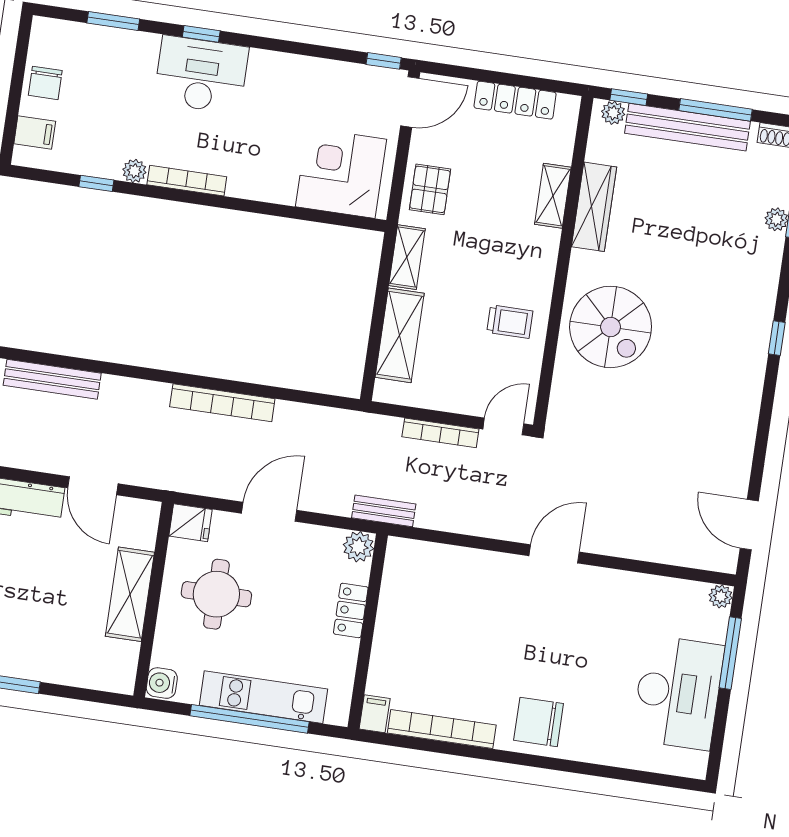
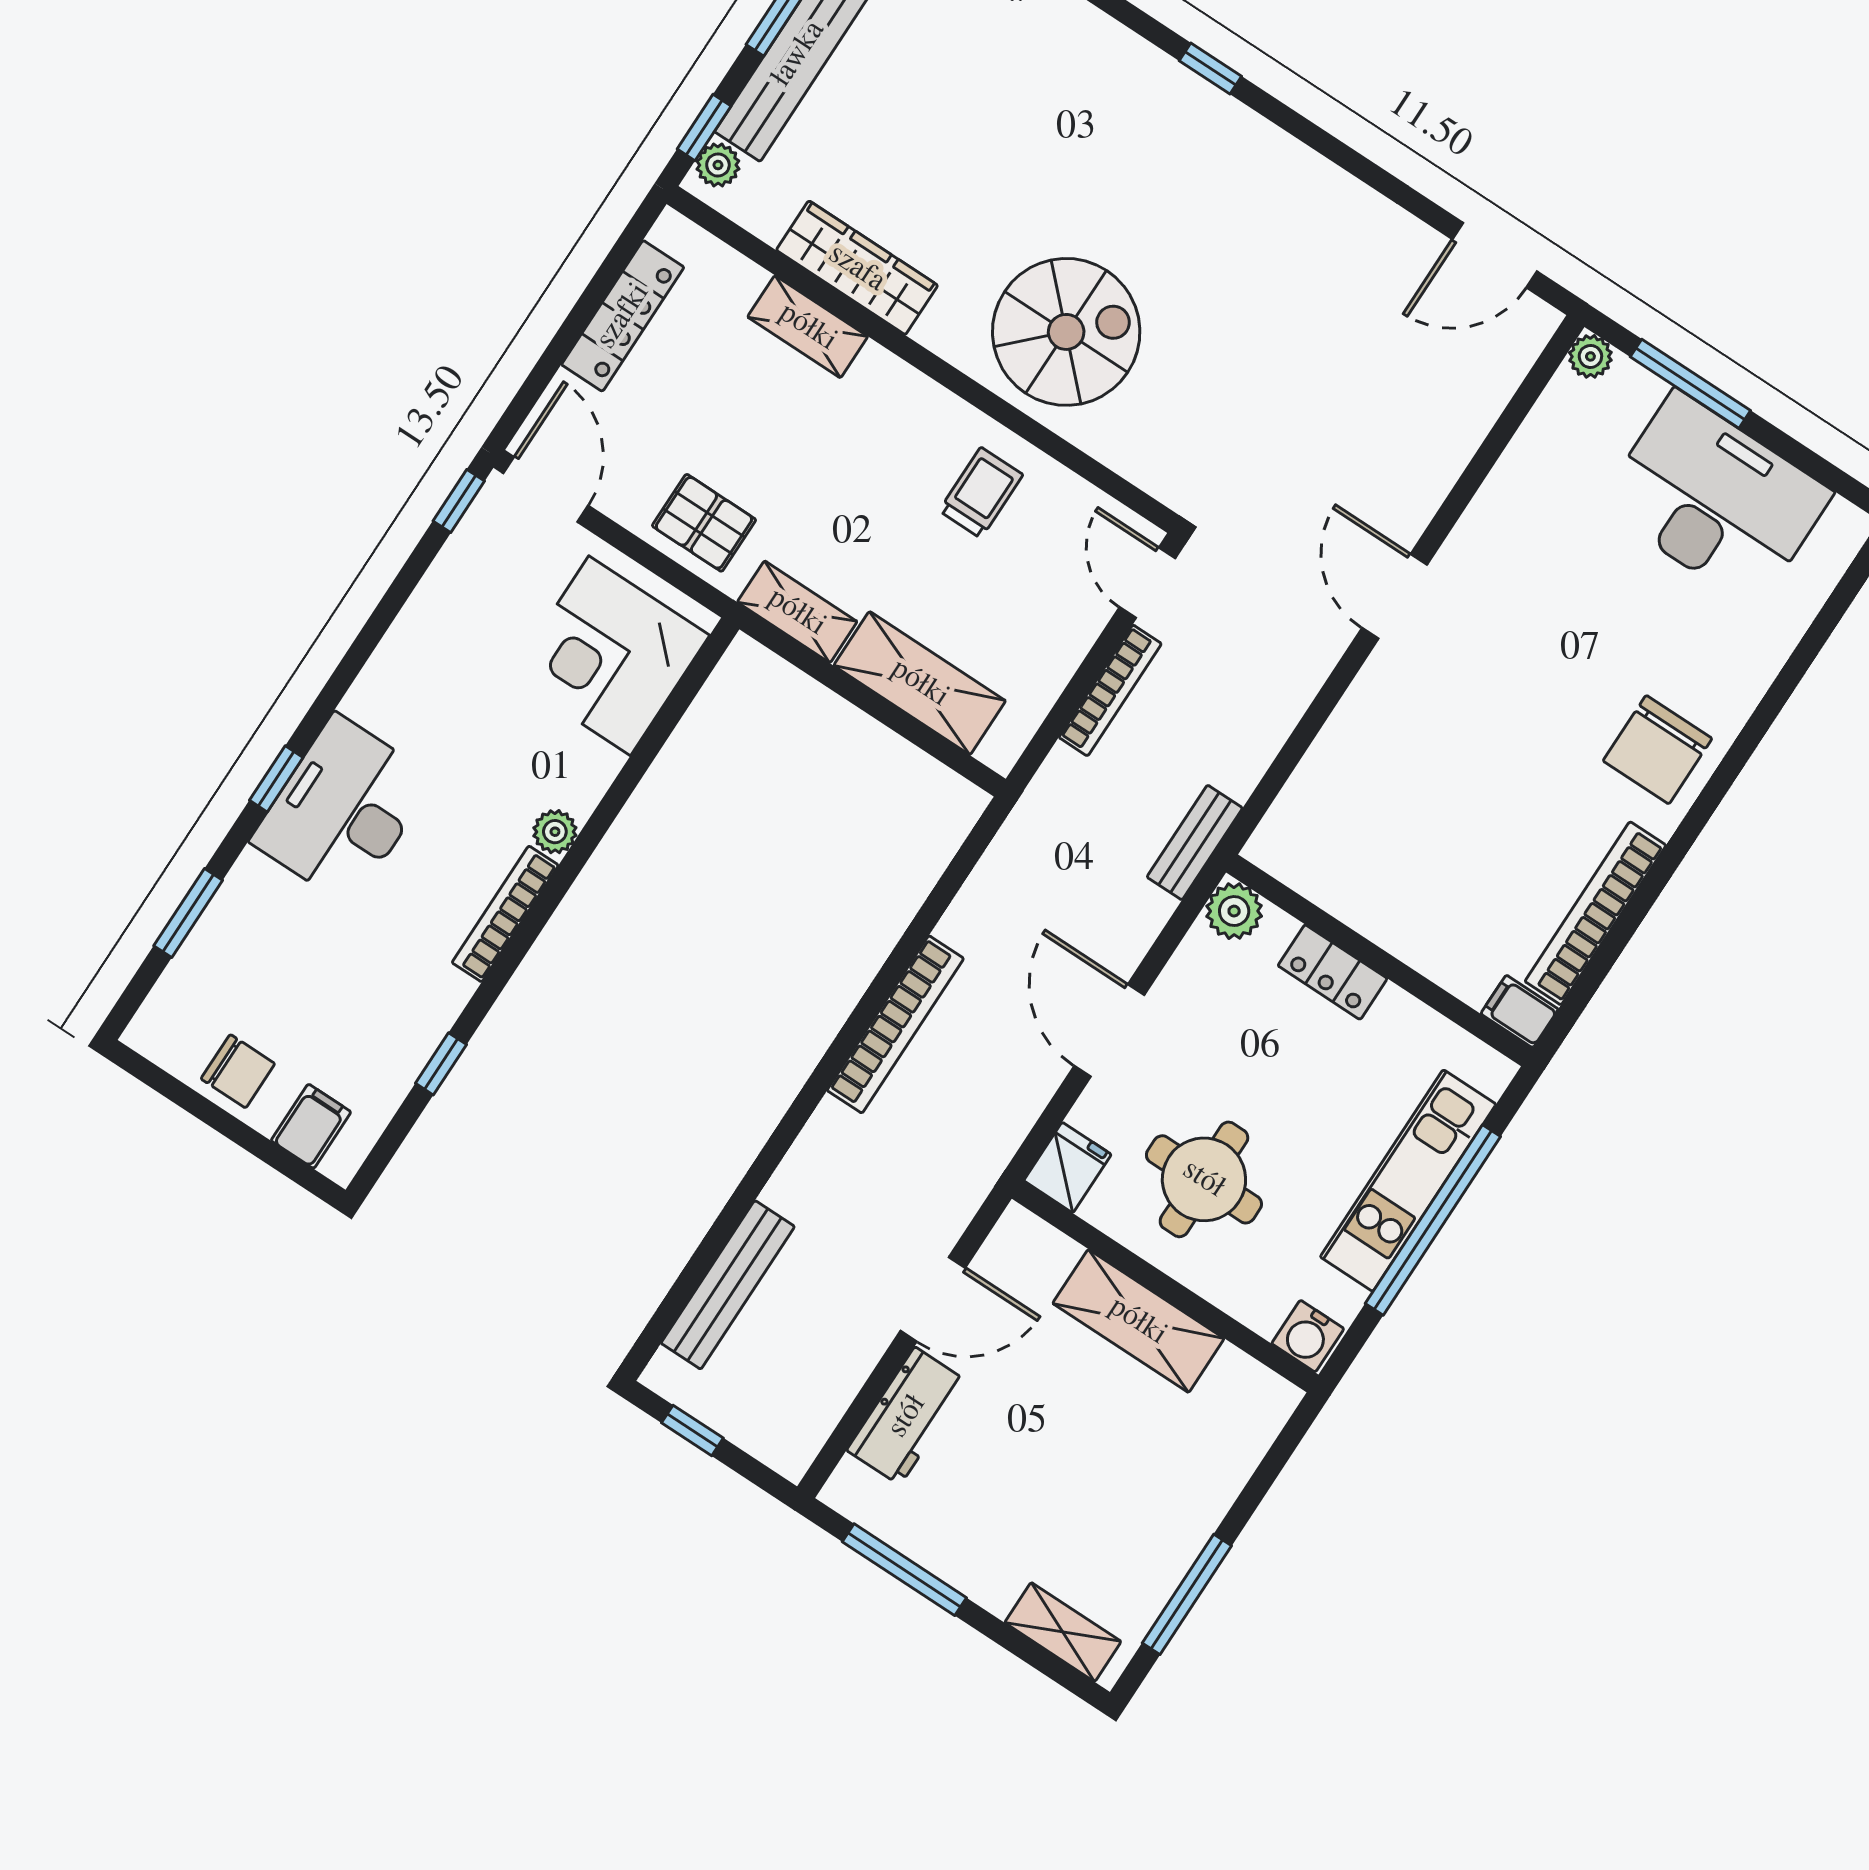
plant: (134, 171) -> (555, 832), moved

